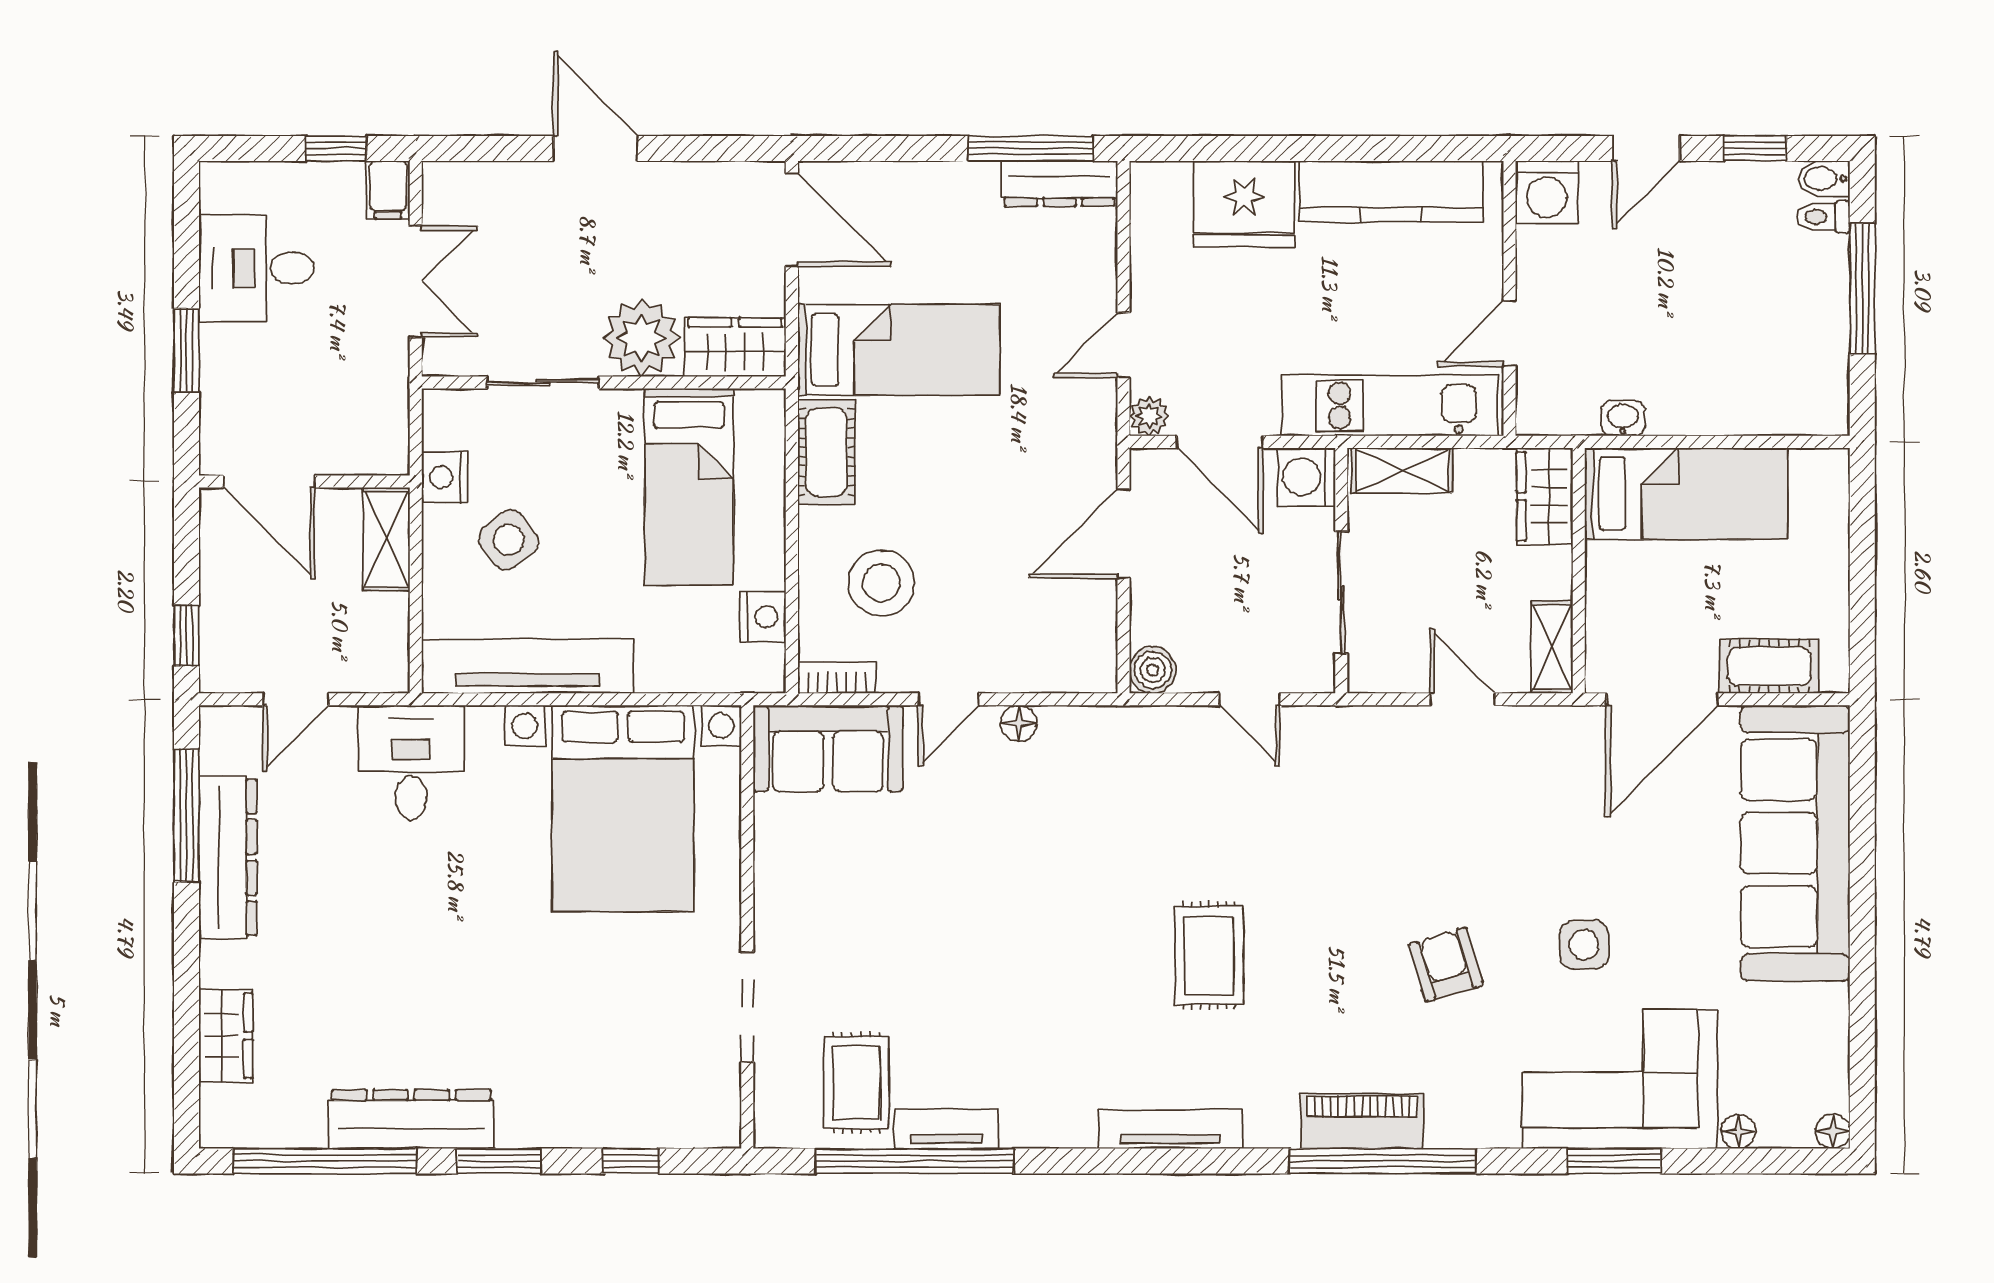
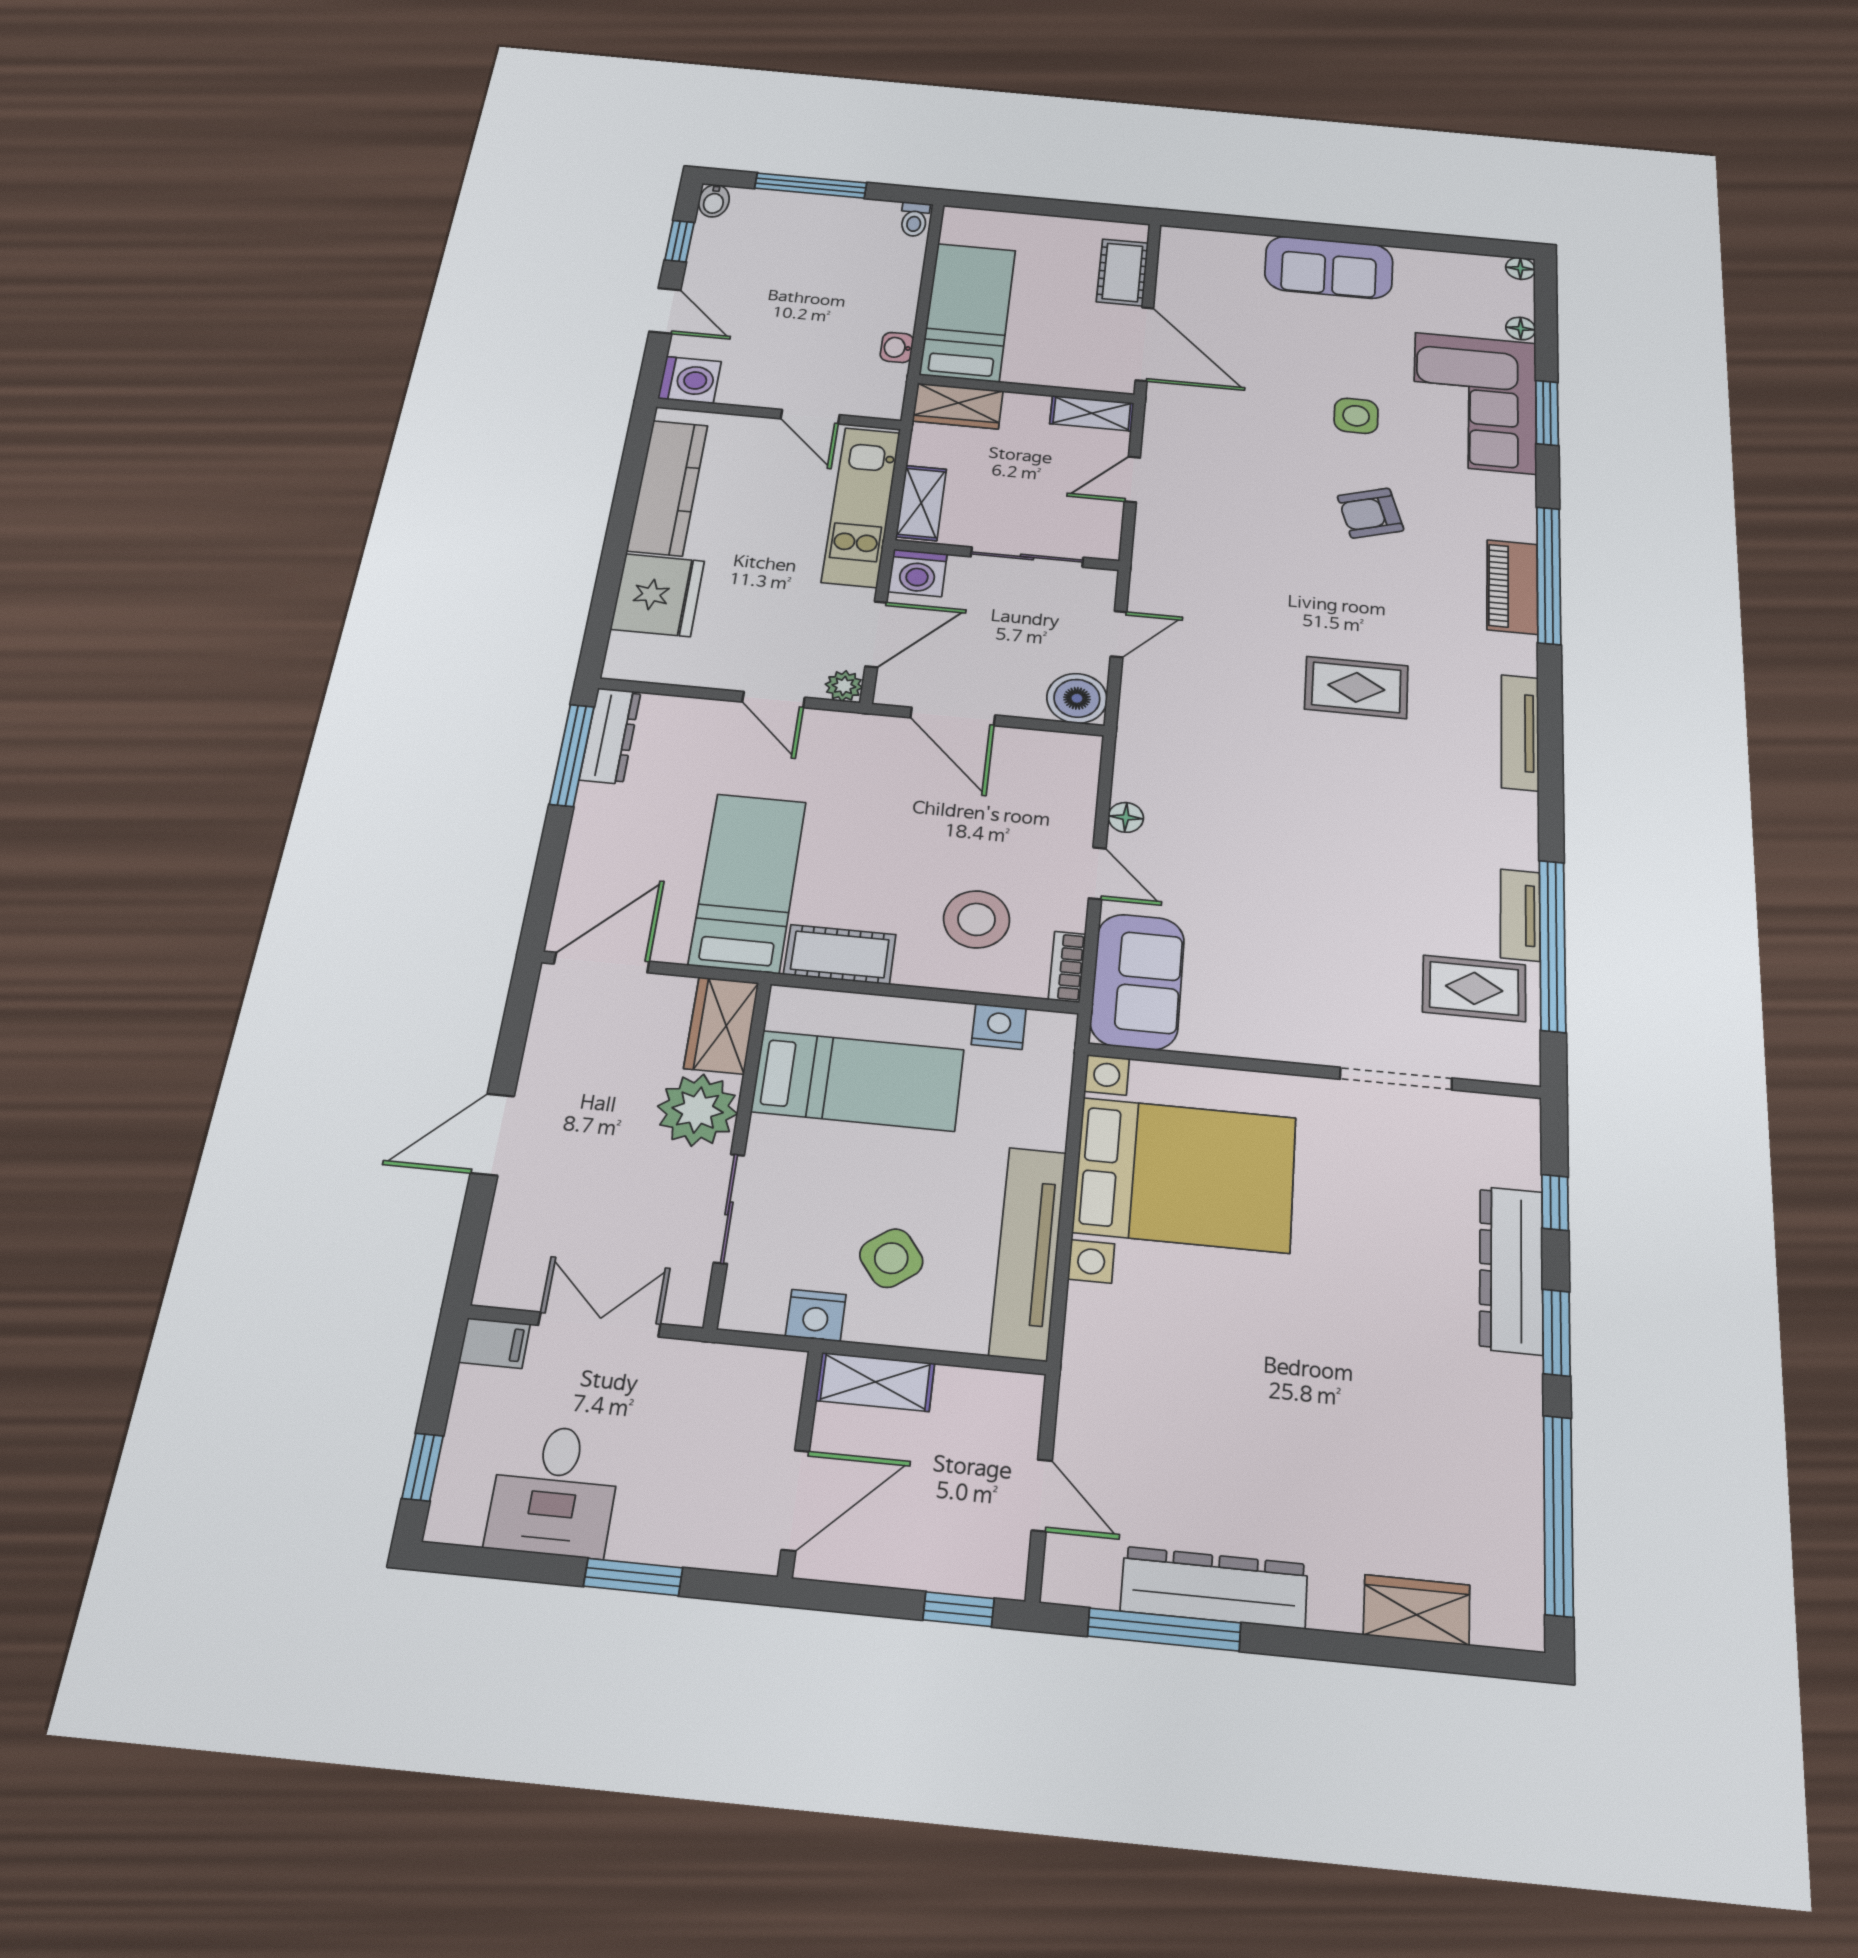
window: (336, 148) -> (423, 1467), moved
toilet: (1823, 217) -> (914, 219), moved
boiler: (1153, 670) -> (1077, 698), width x1.36, depth x1.36
desk: (411, 762) -> (1121, 1380), removed
sofa: (1795, 843) -> (1329, 267), width x0.54, depth x0.79
dresser: (411, 1119) -> (1511, 1270), moved

